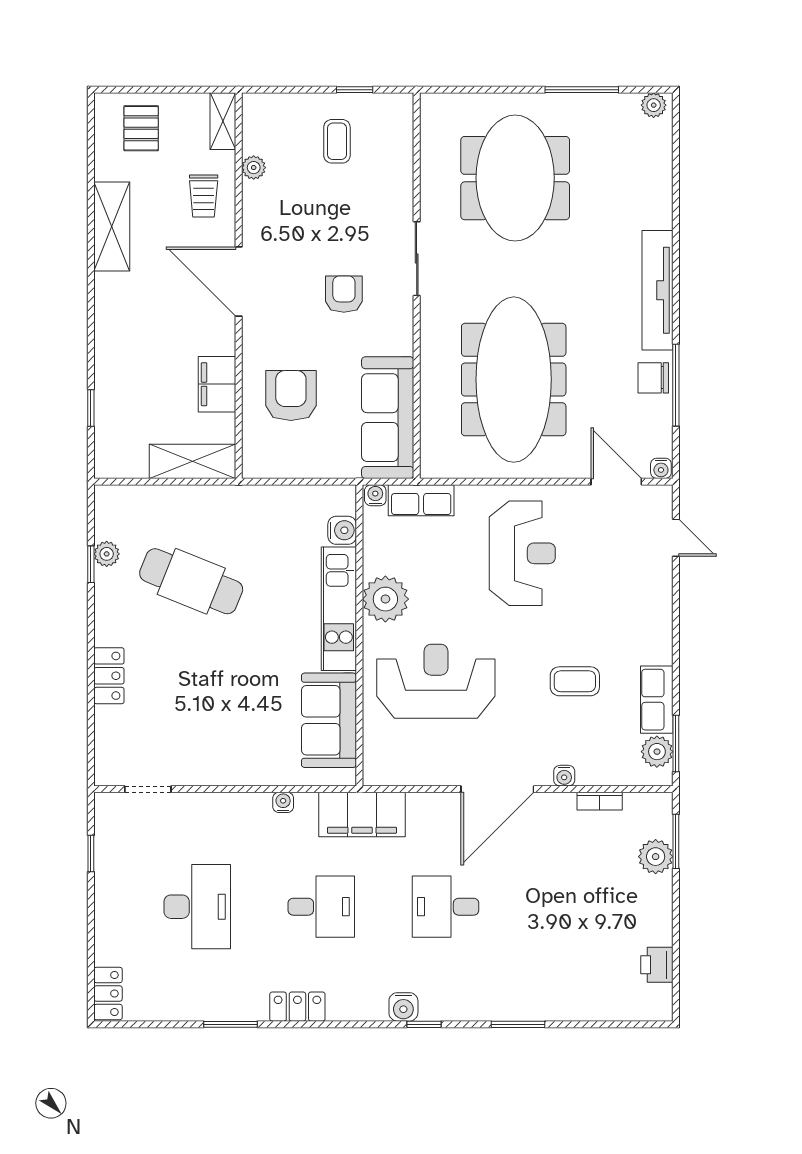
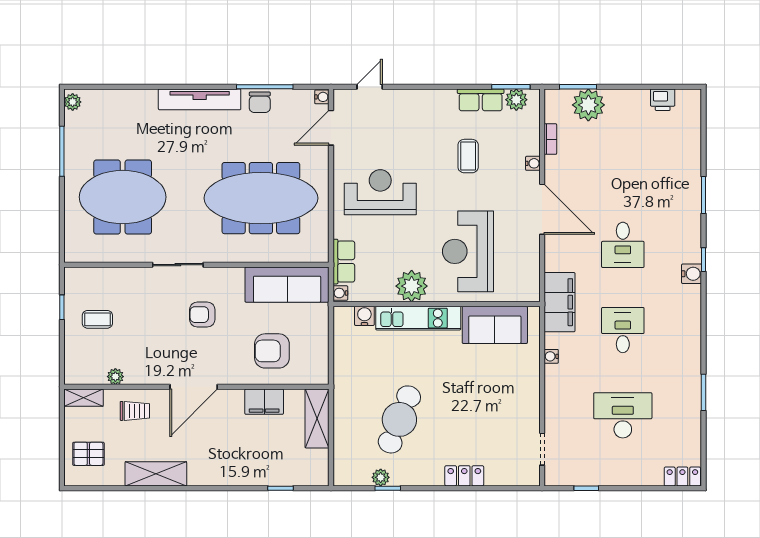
plant: (656, 857) -> (588, 105), width x1.36, depth x1.36
locker: (297, 1007) -> (691, 346), removed

